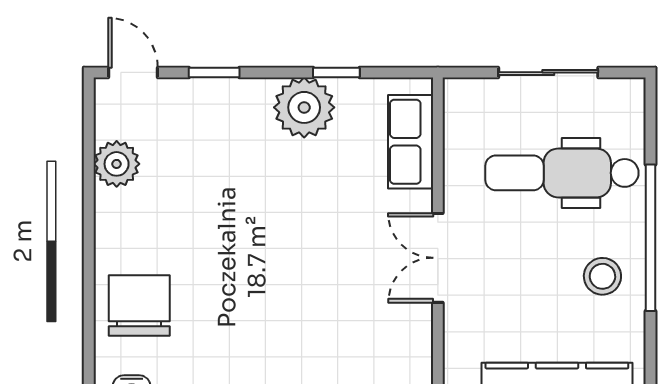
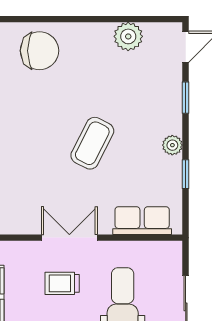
plant: (304, 107) -> (172, 145), width x0.53, depth x0.53
coffee table: (287, 221) -> (92, 143), added
trolley: (511, 269) -> (62, 283), added

